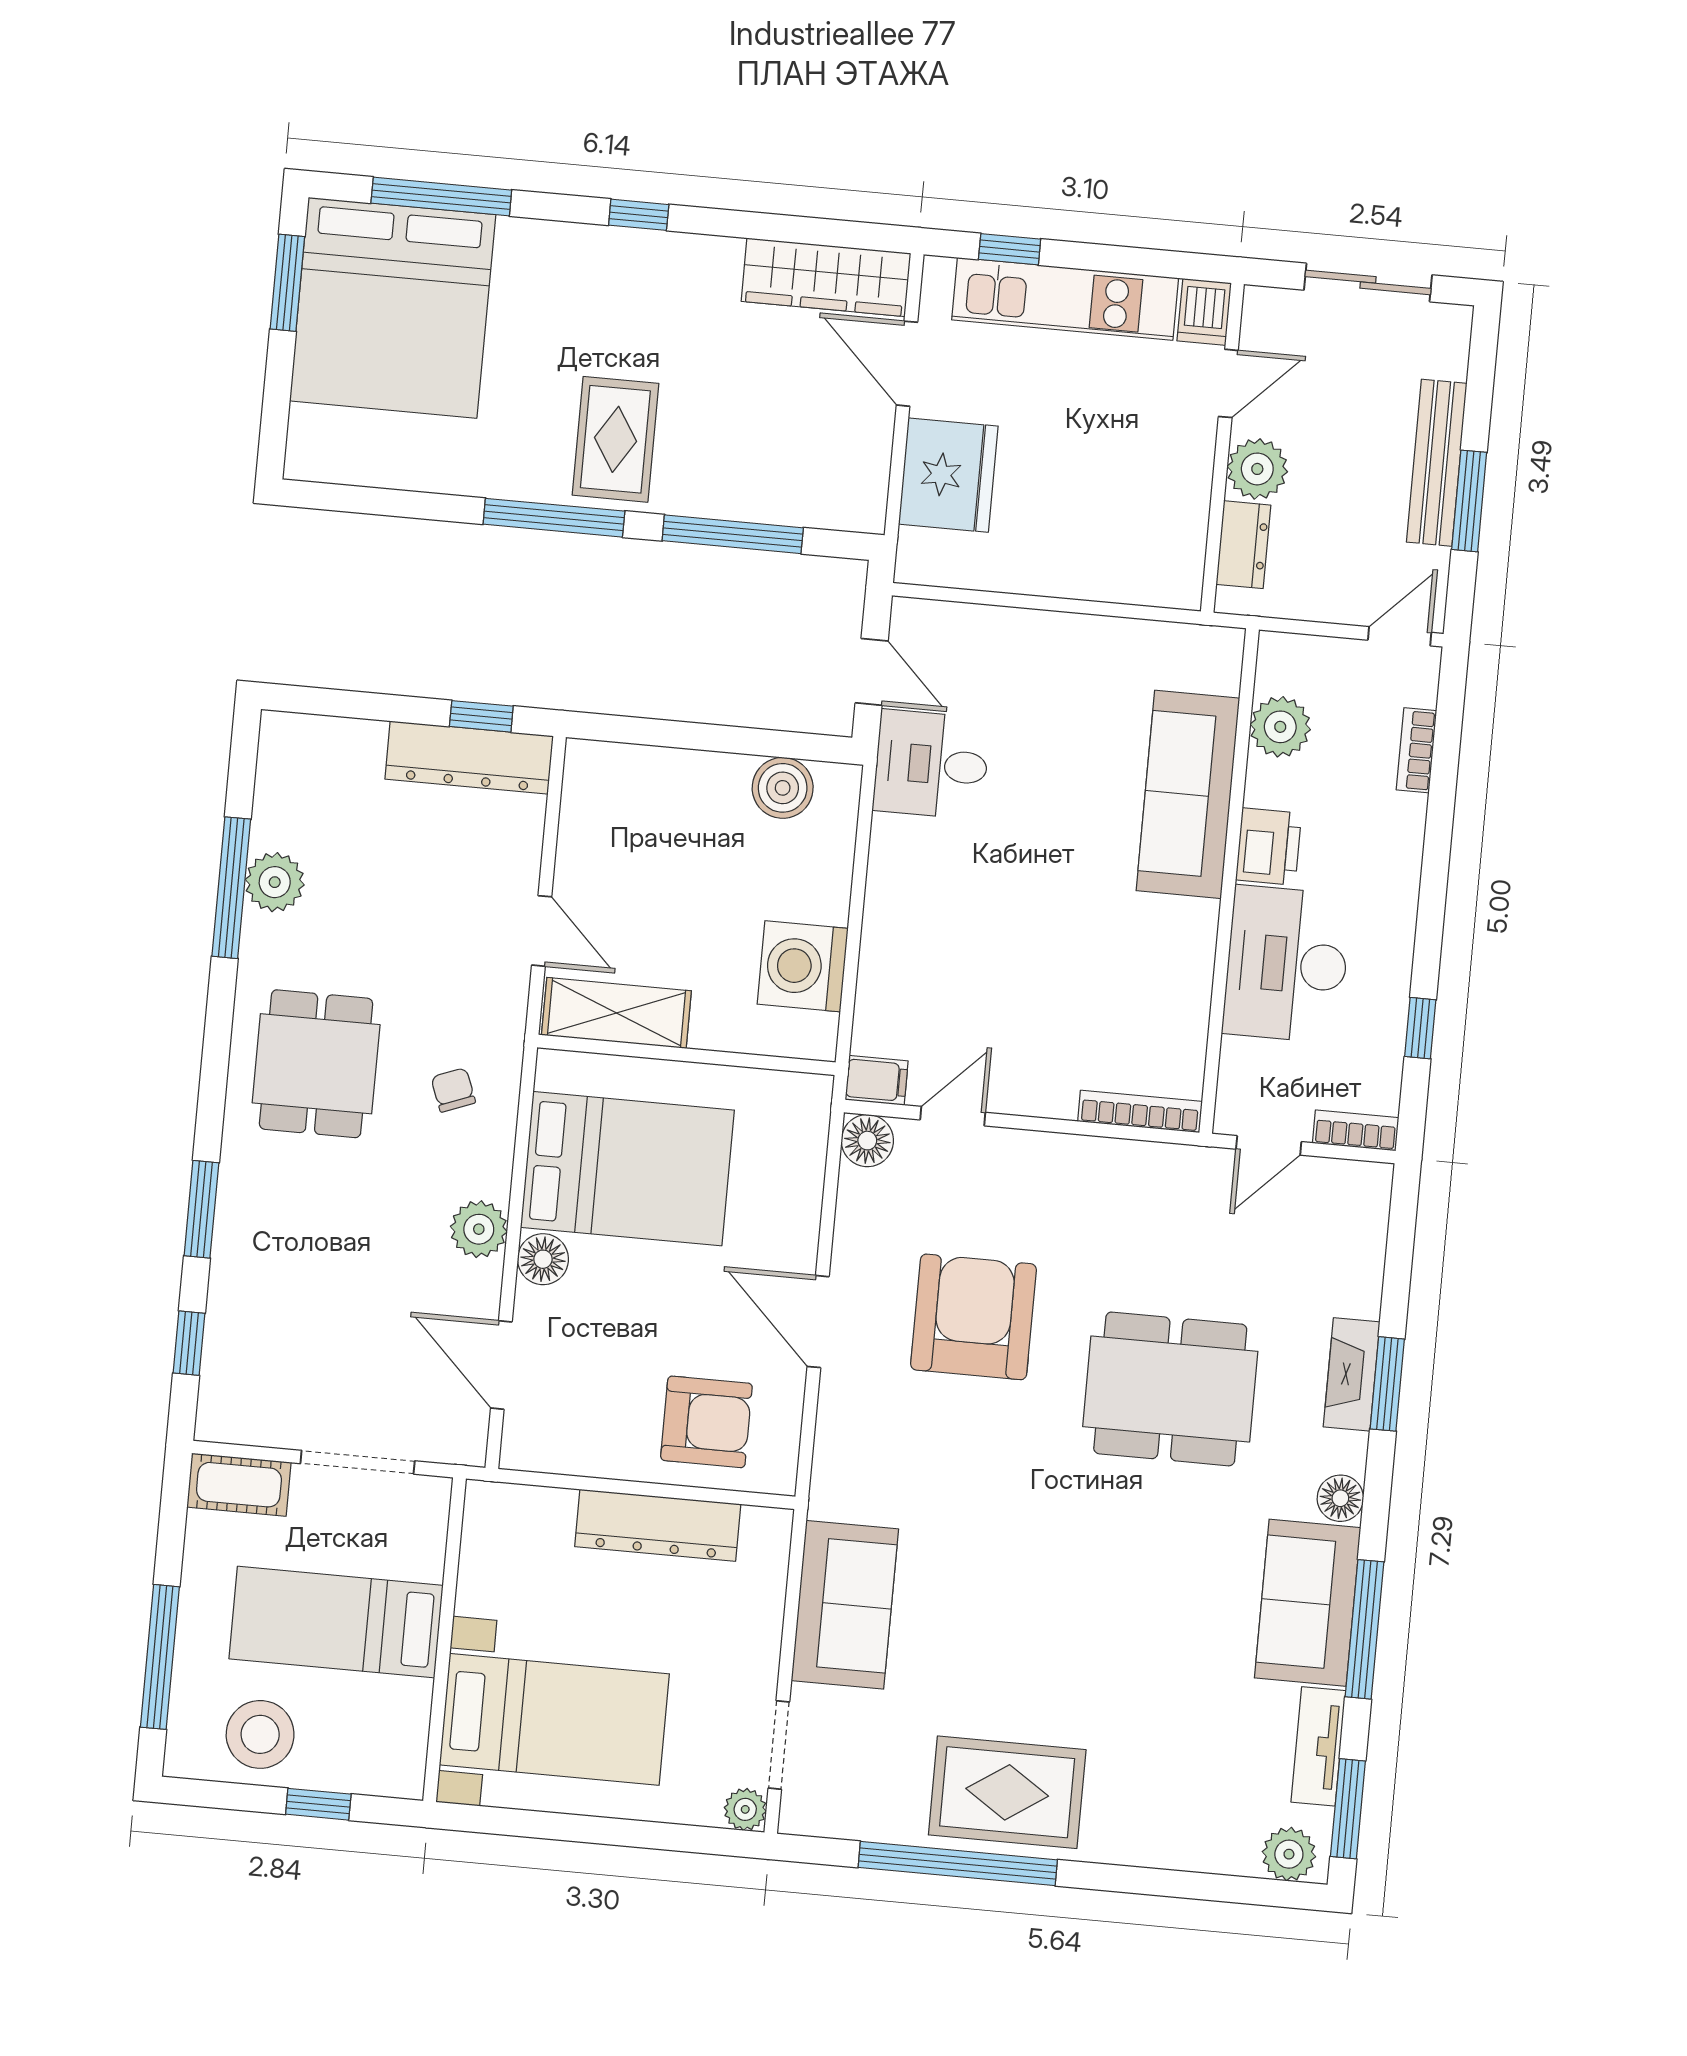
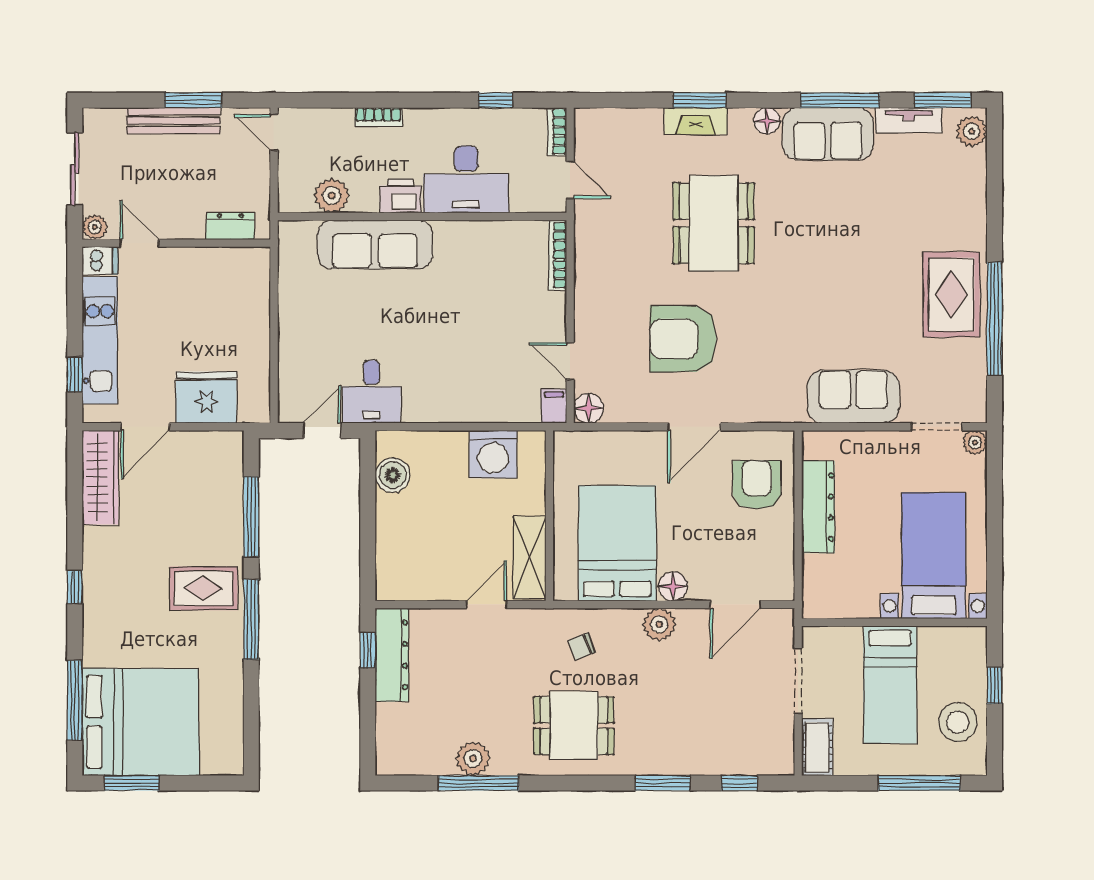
plant: (1257, 469) -> (95, 227), moved, width x0.73, depth x0.73
bookcase: (1416, 750) -> (378, 117), moved

